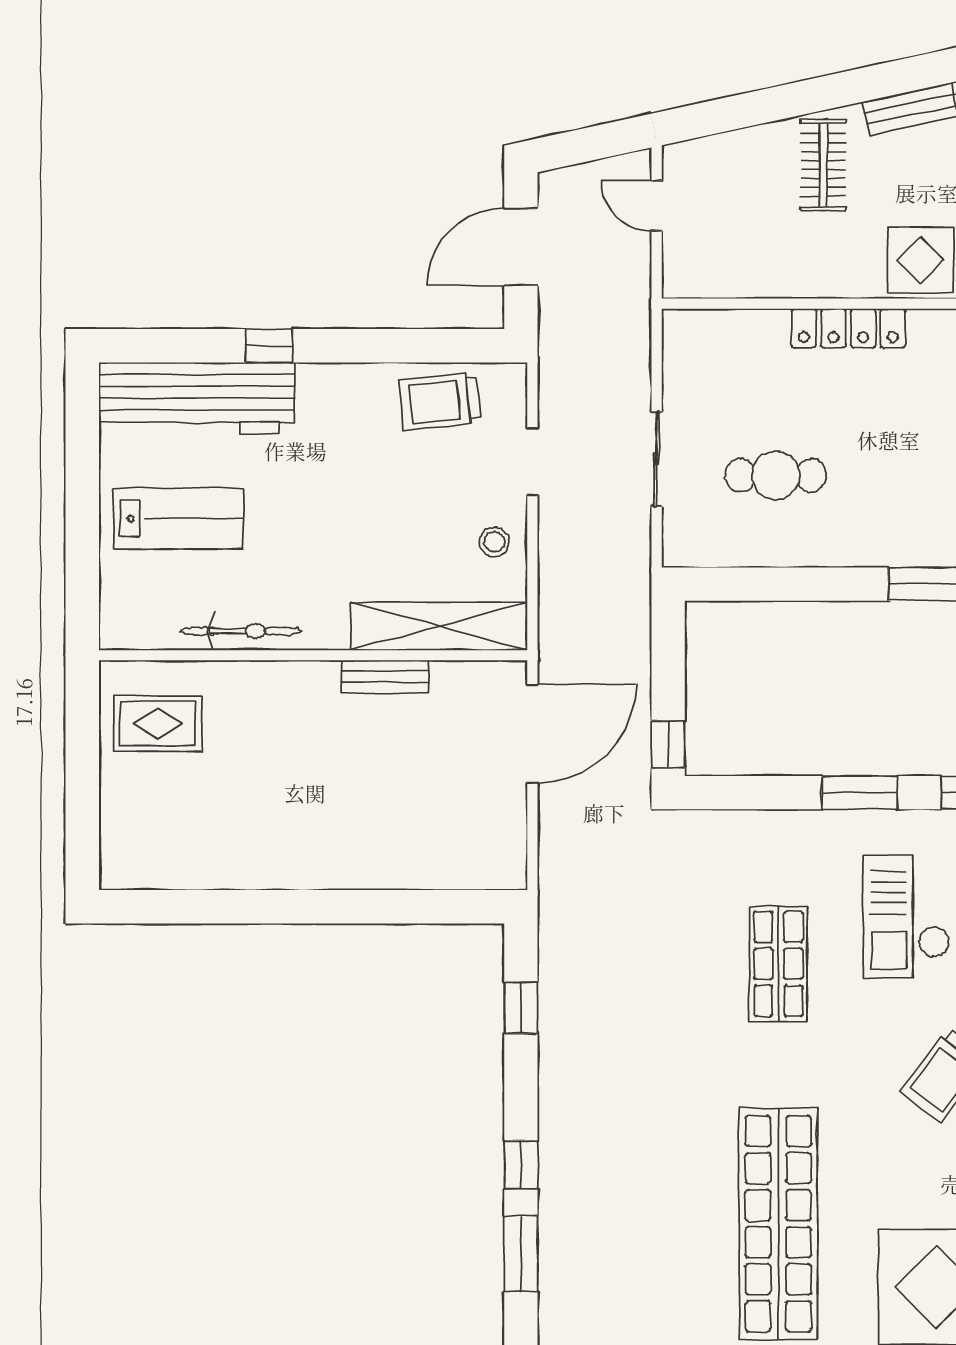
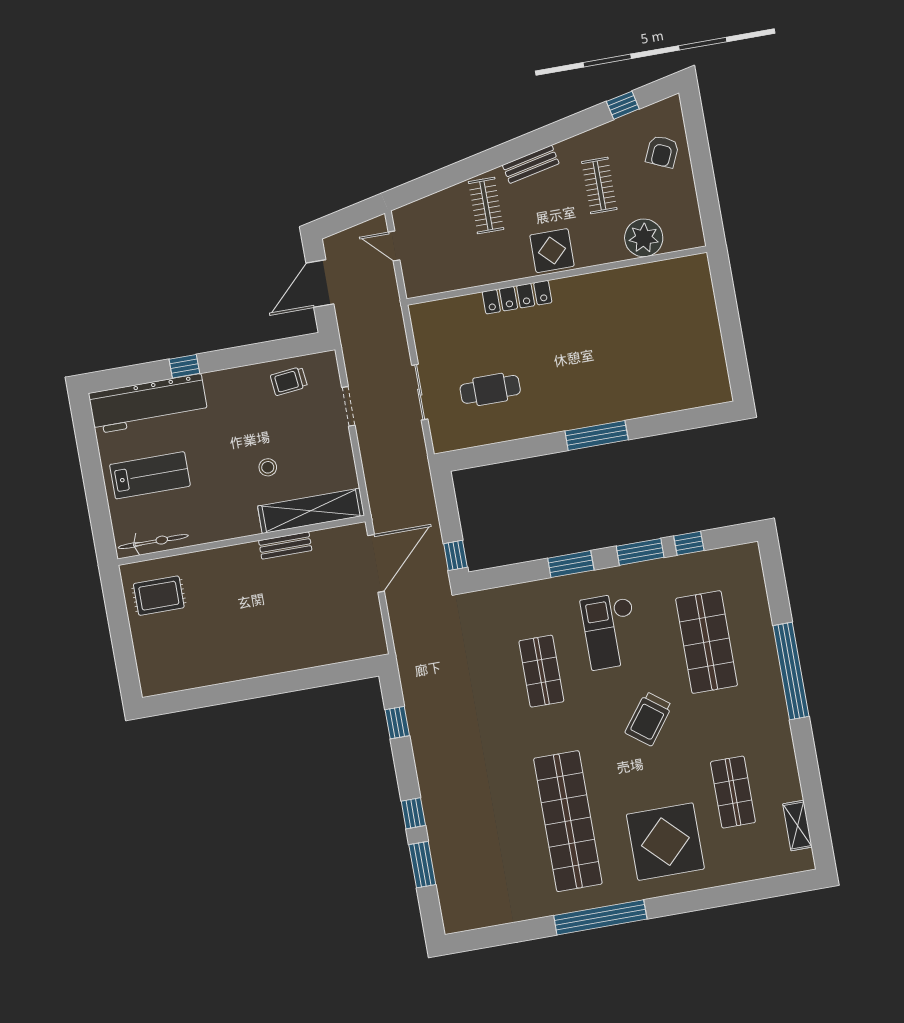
trolley: (440, 402) -> (289, 381), width x0.73, depth x0.72
stool: (494, 542) -> (268, 467), moved
bicycle: (241, 631) -> (153, 542), moved

